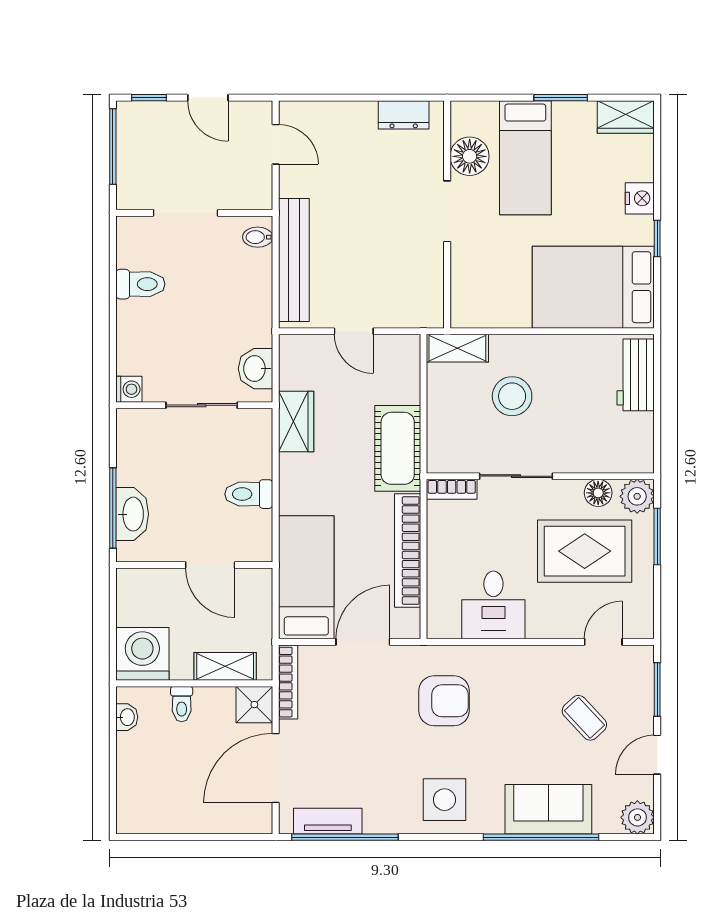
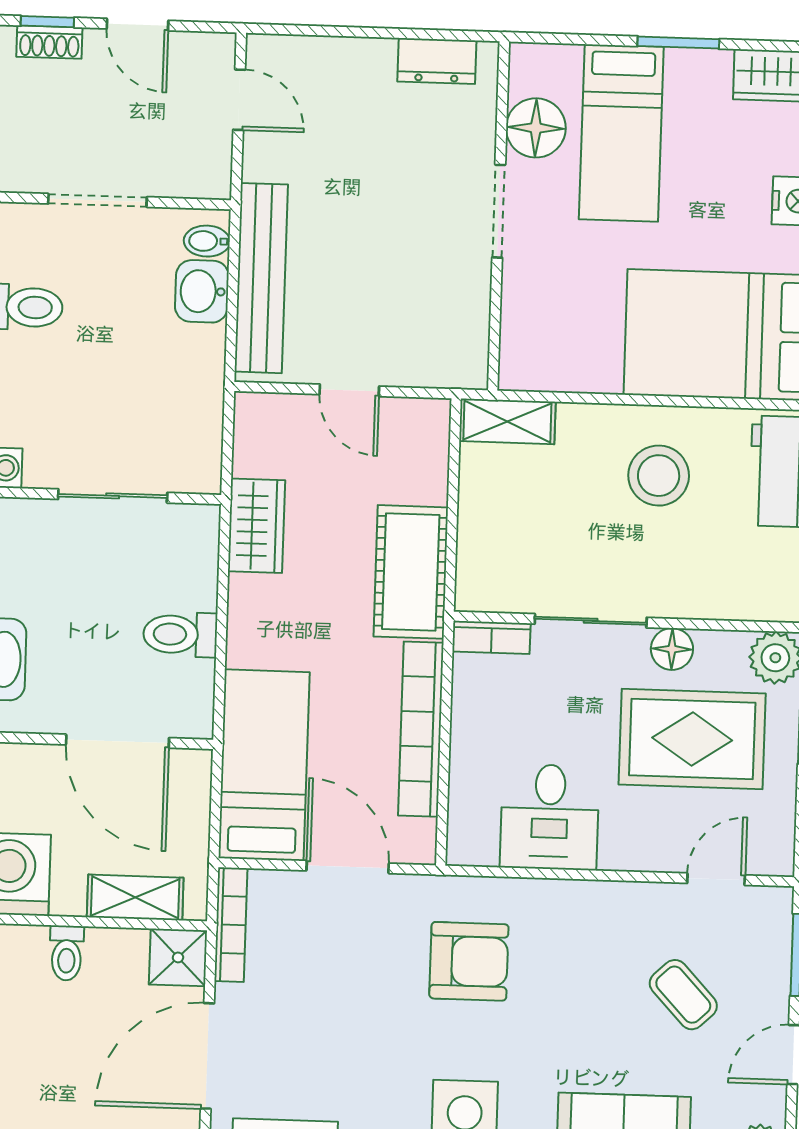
shoe rack: (151, 111) -> (49, 42), added
washbasin: (256, 369) -> (202, 291), moved
stool: (512, 396) -> (659, 476), moved
floor lamp: (598, 493) -> (672, 649), moved
door: (210, 565) -> (117, 741), width x1.36
door: (363, 642) -> (348, 867), hinge flipped

